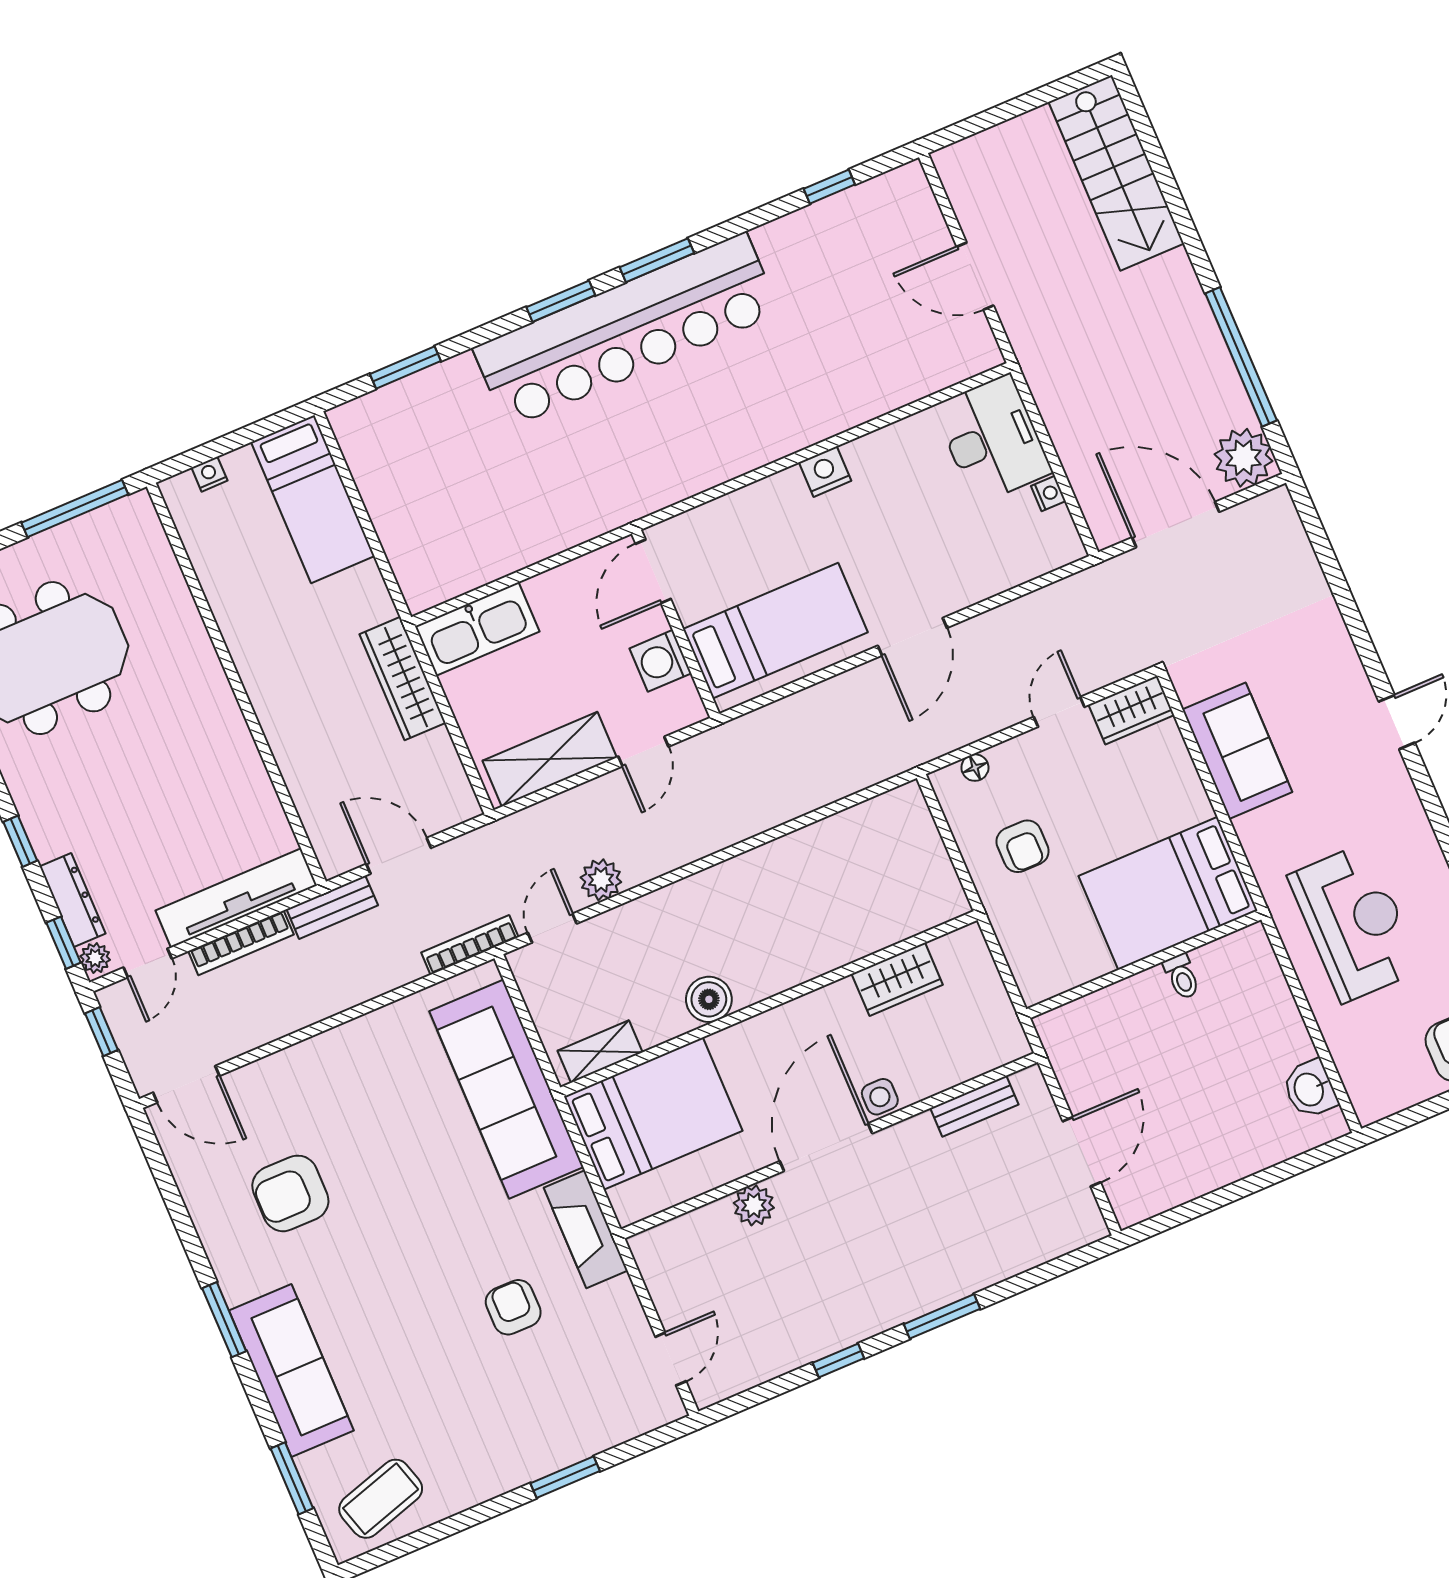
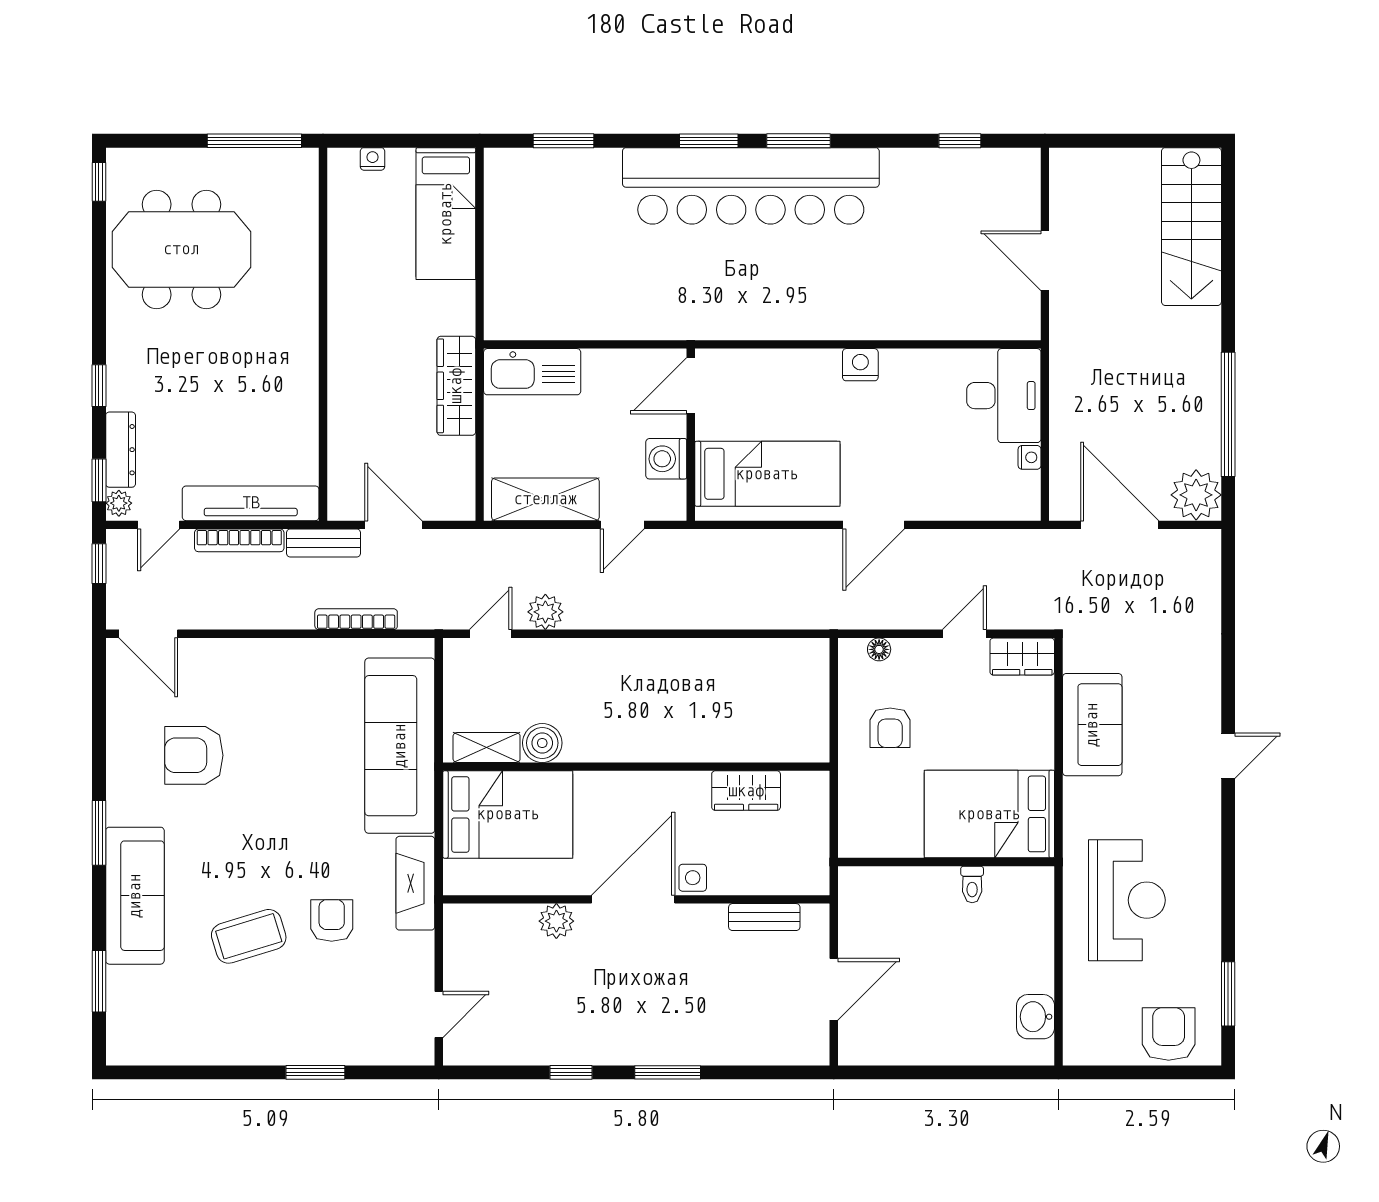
bookcase: (470, 945) -> (356, 619), moved
boiler: (709, 999) -> (542, 743), moved
coffee table: (381, 1499) -> (249, 936), moved

